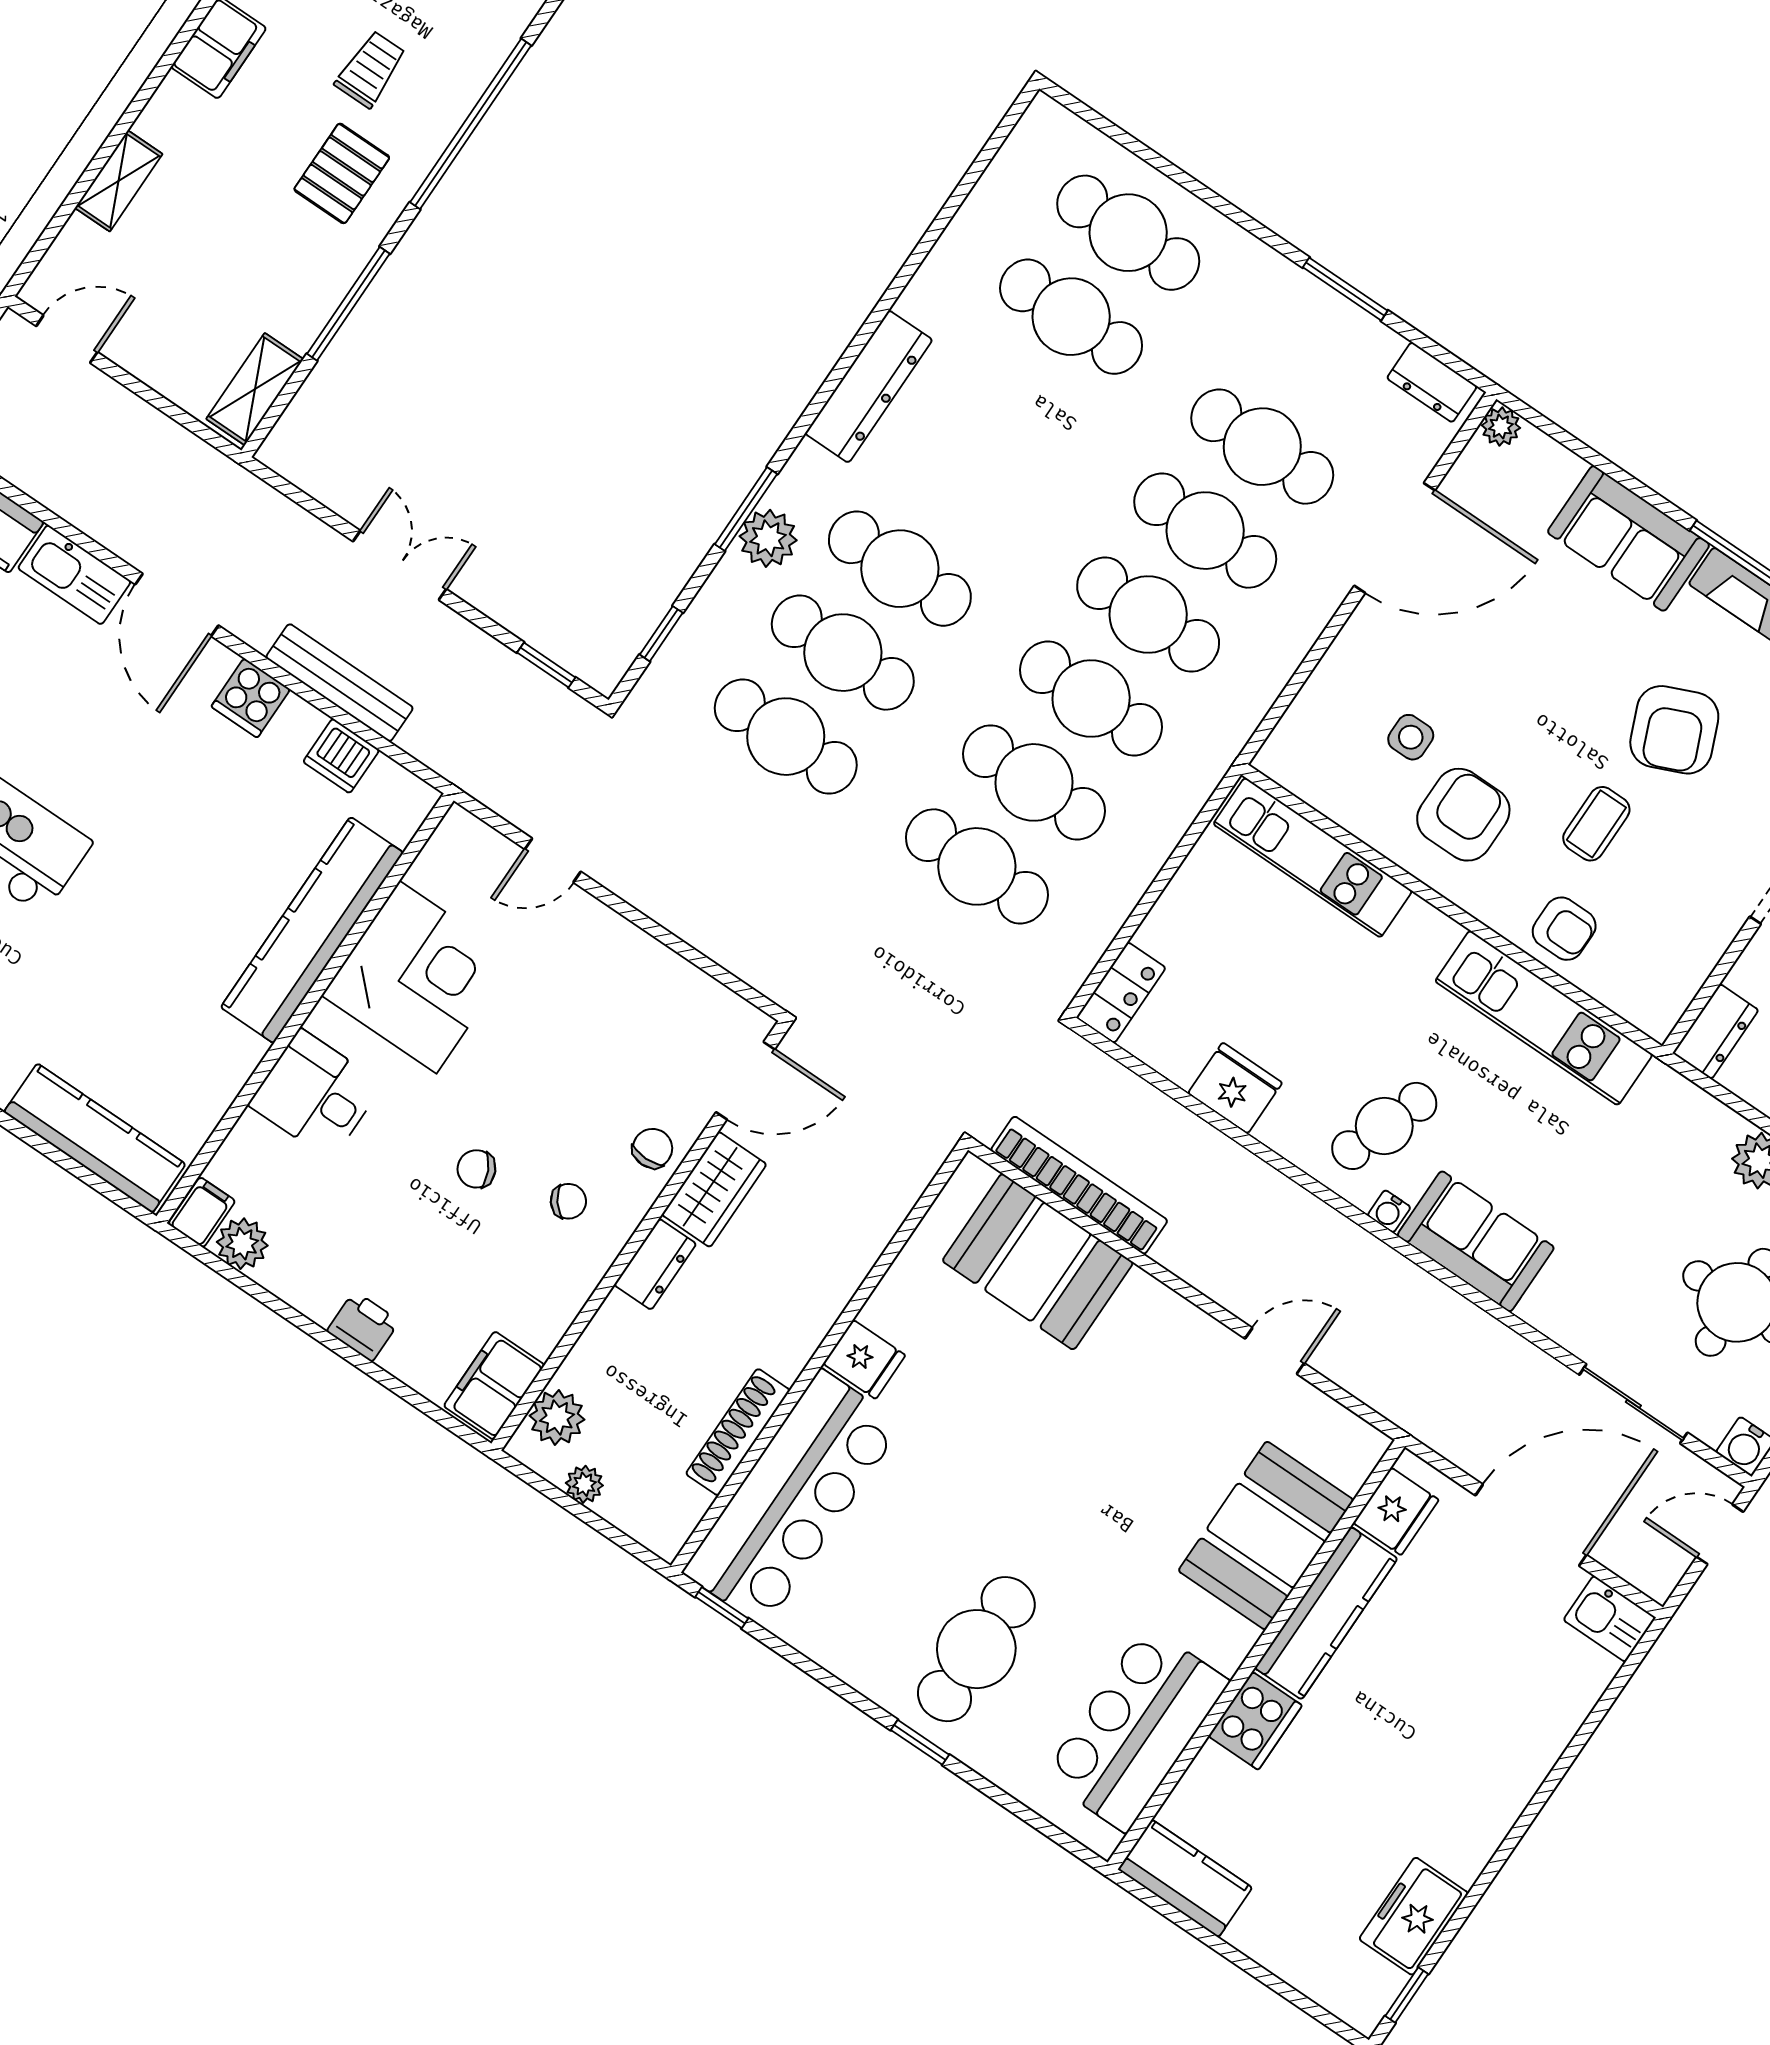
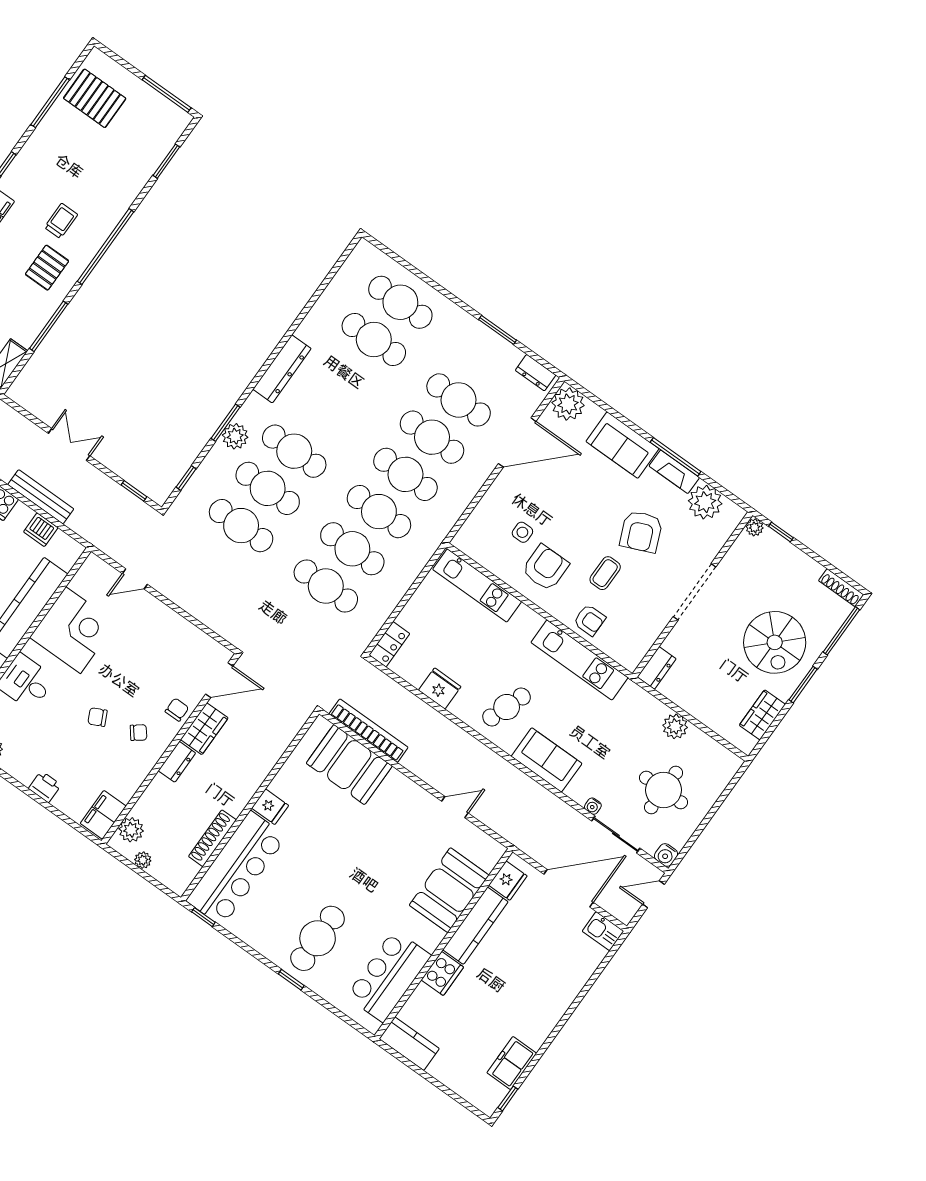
plant: (1501, 427) -> (568, 404), width x1.88, depth x1.88
water cooler: (1389, 1211) -> (593, 806), moved

